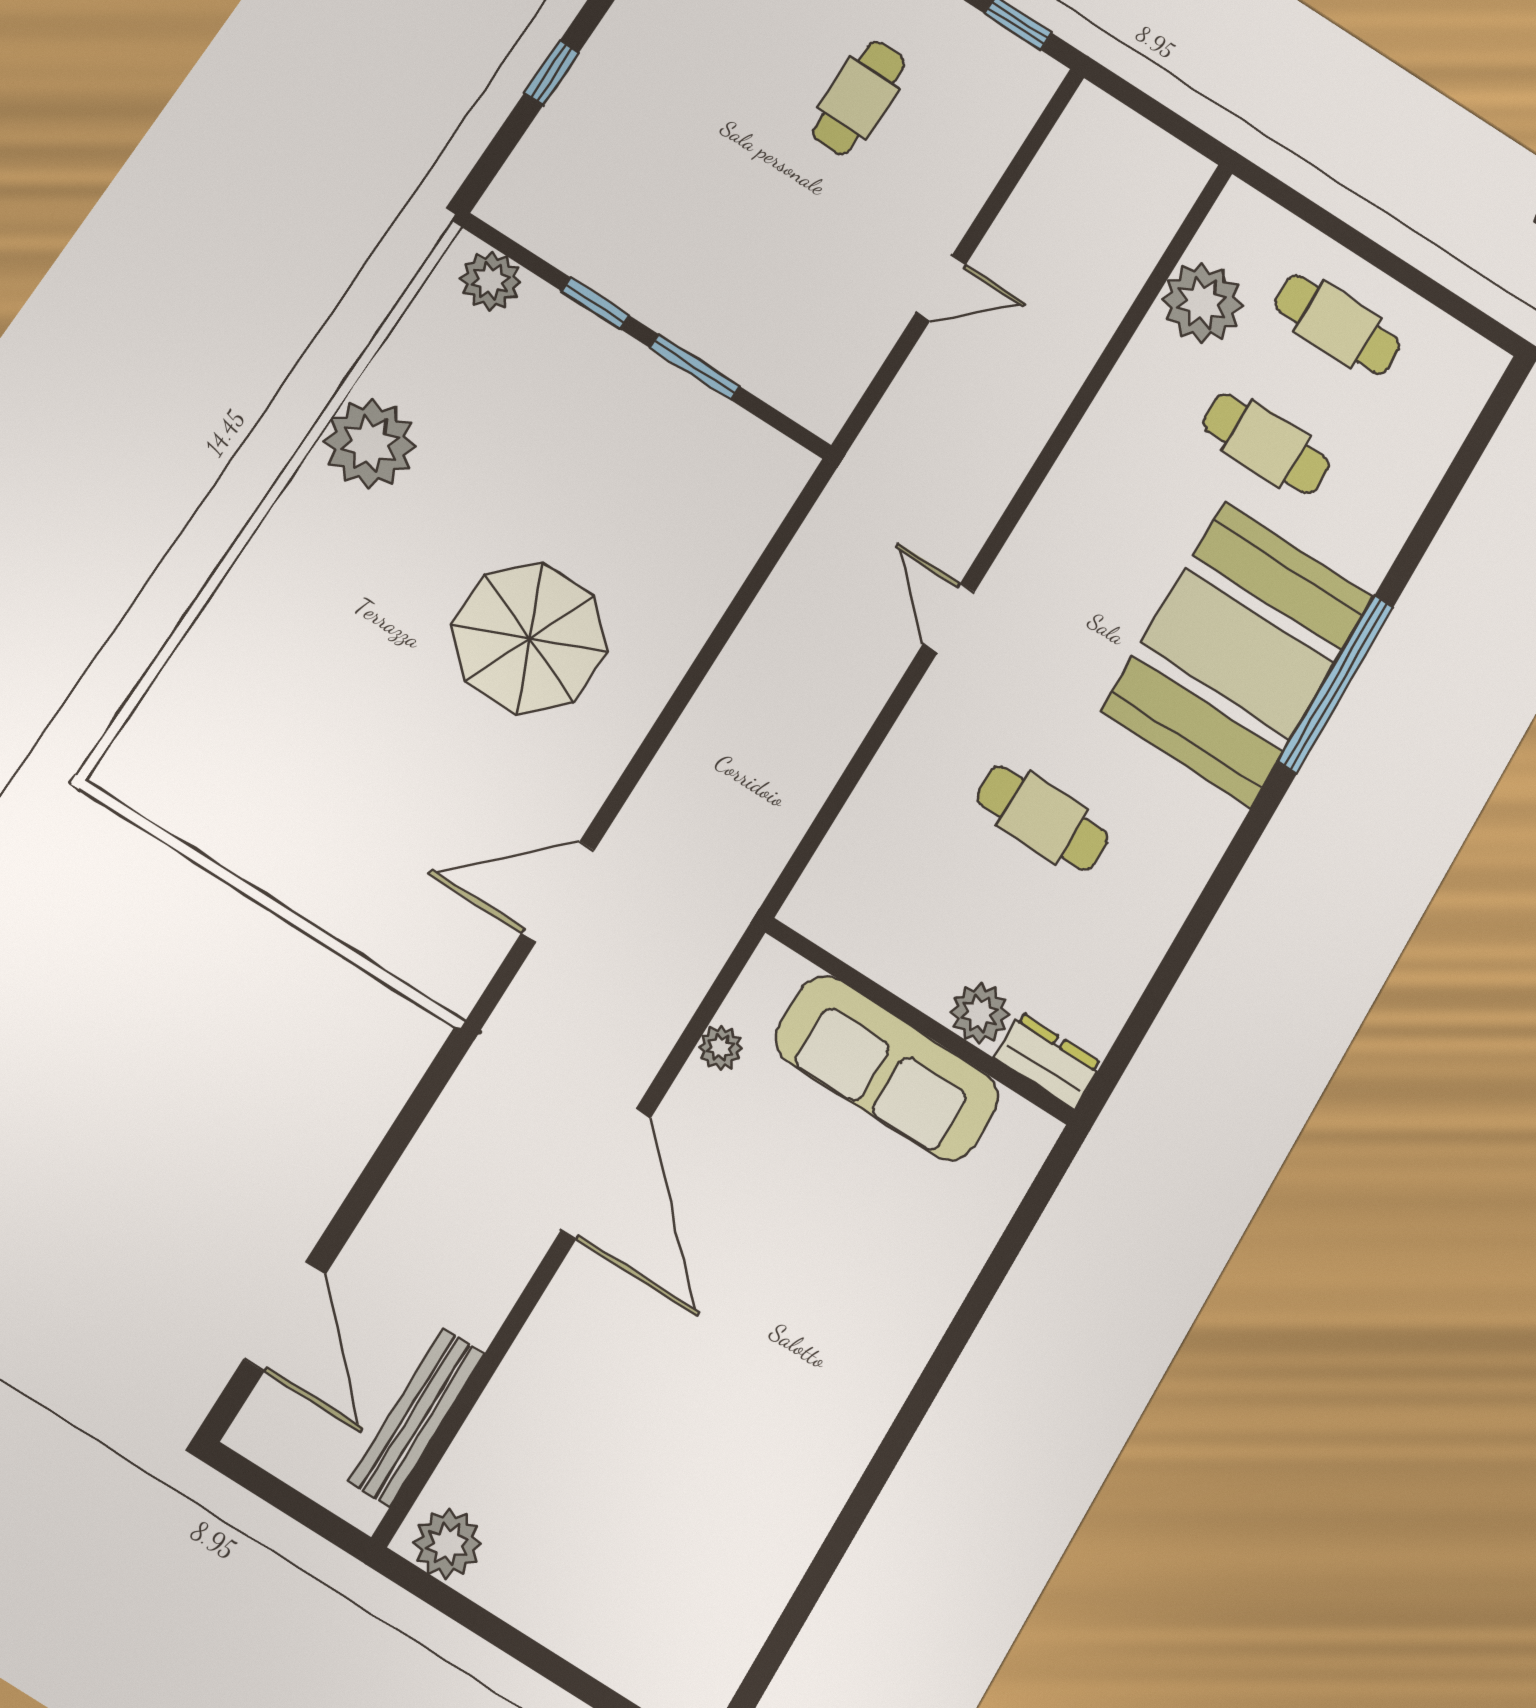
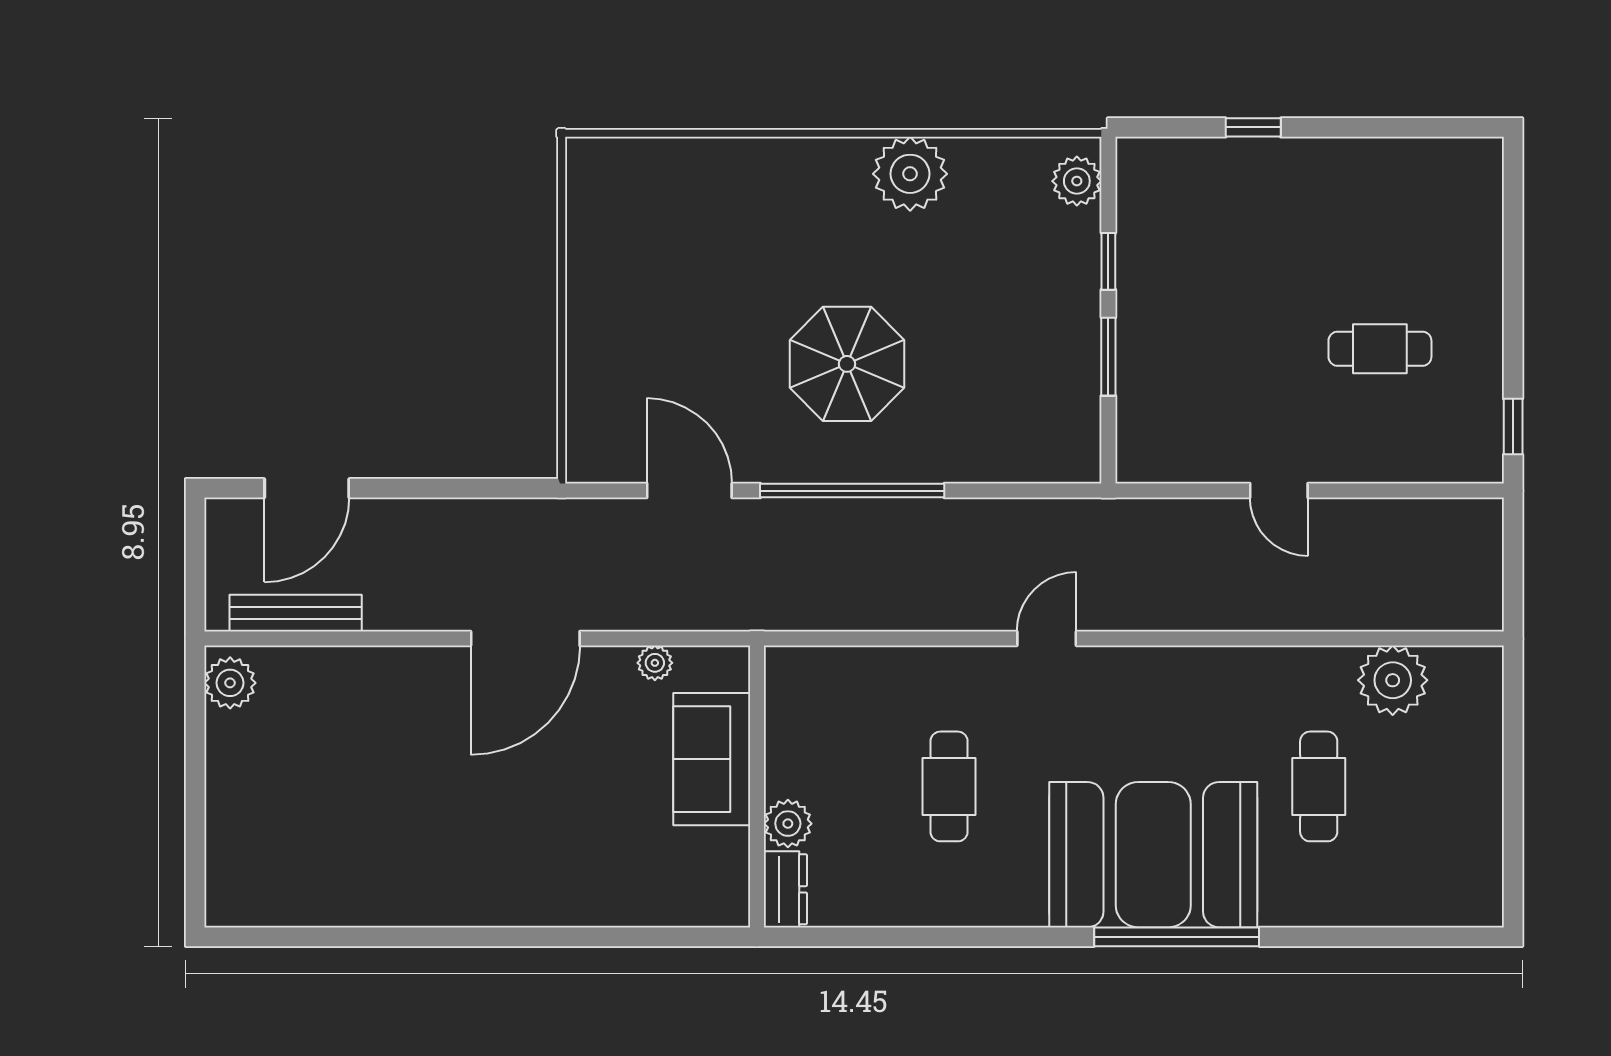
cafe table: (1338, 324) -> (1442, 786), removed
window: (668, 719) -> (852, 491), added
sofa: (887, 1068) -> (712, 759), width x0.73

